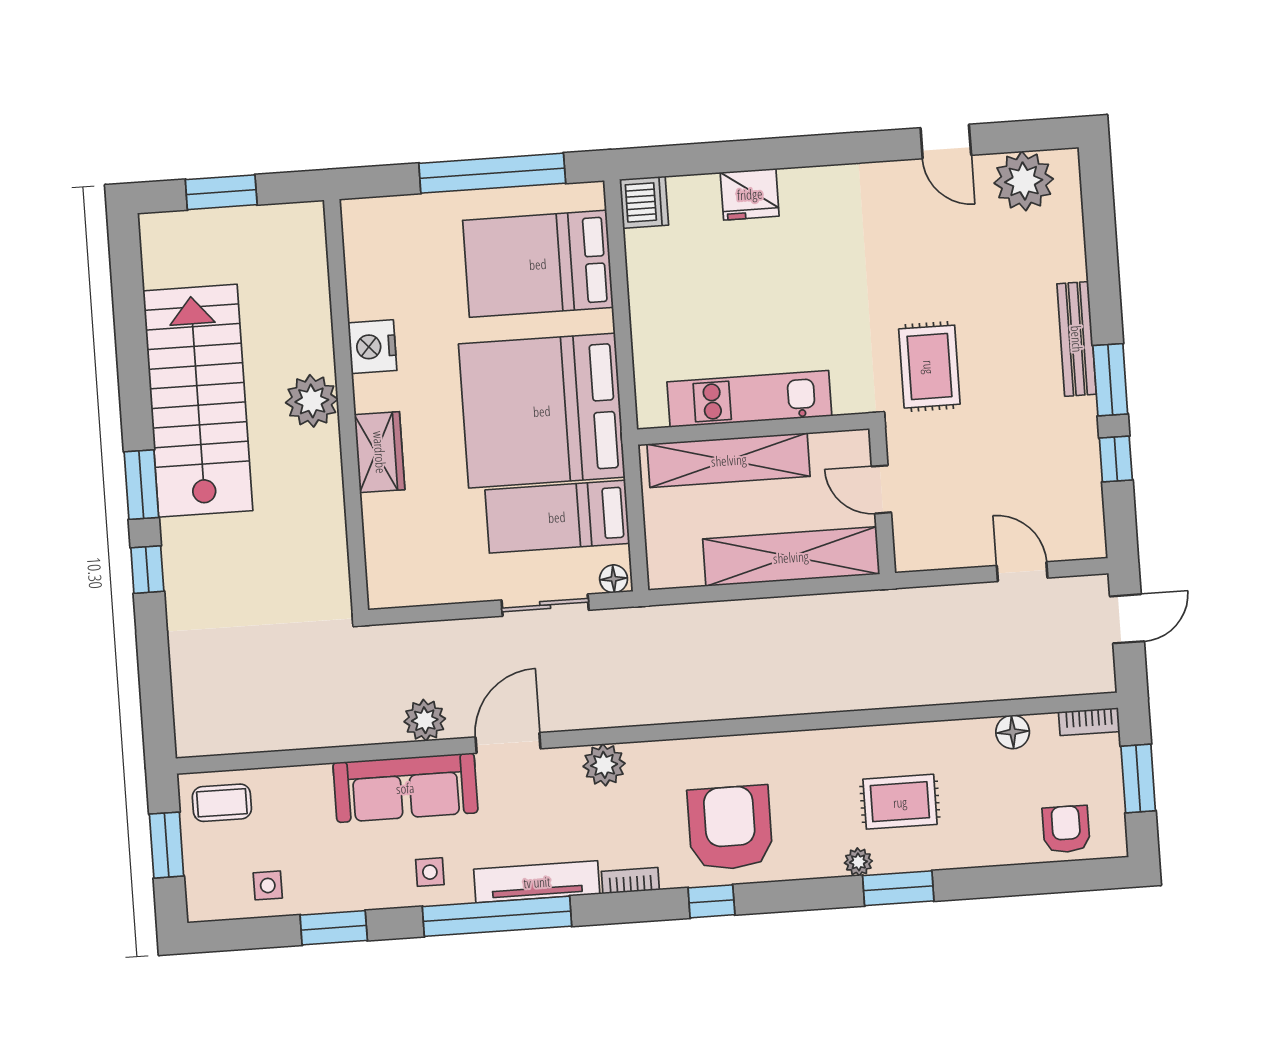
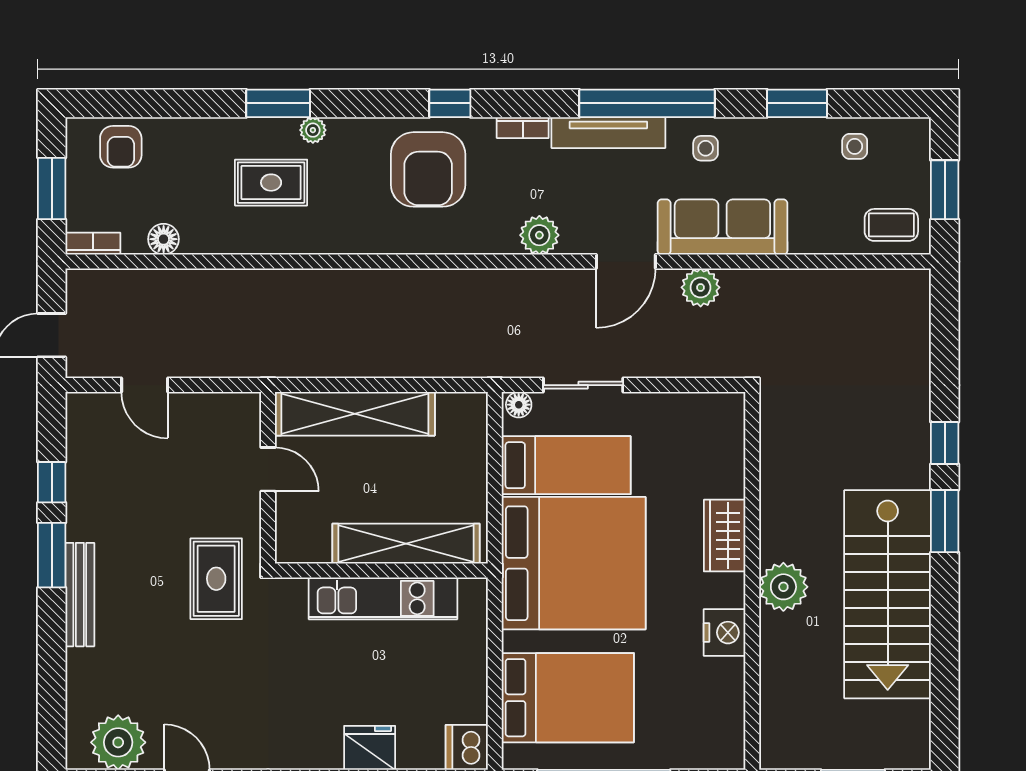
kitchen unit: (749, 399) -> (383, 598), moved
wall: (753, 429) -> (381, 571), moved
shelving: (729, 460) -> (406, 544), moved

